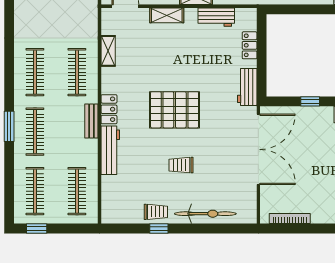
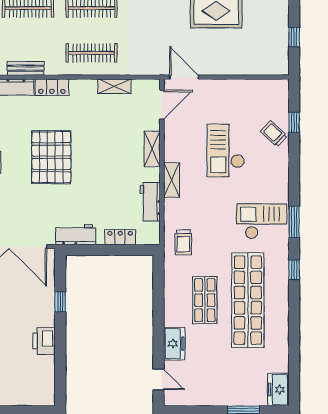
bench: (91, 121) -> (25, 68), moved

